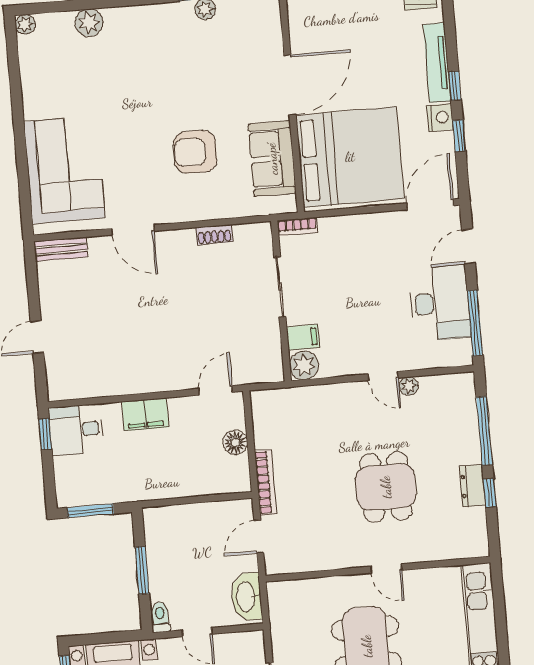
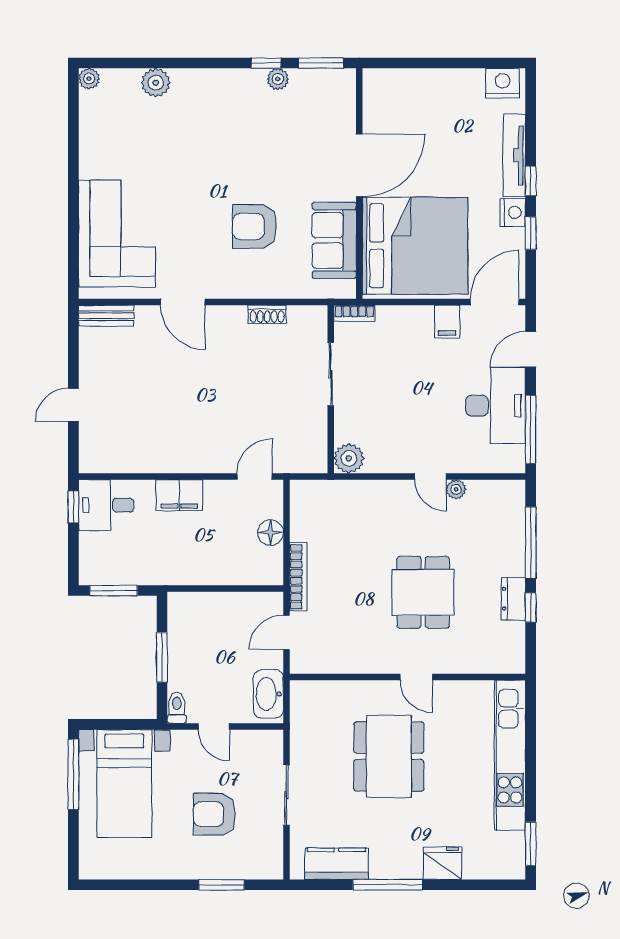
filing cabinet: (303, 337) -> (447, 322), moved, turned 90

